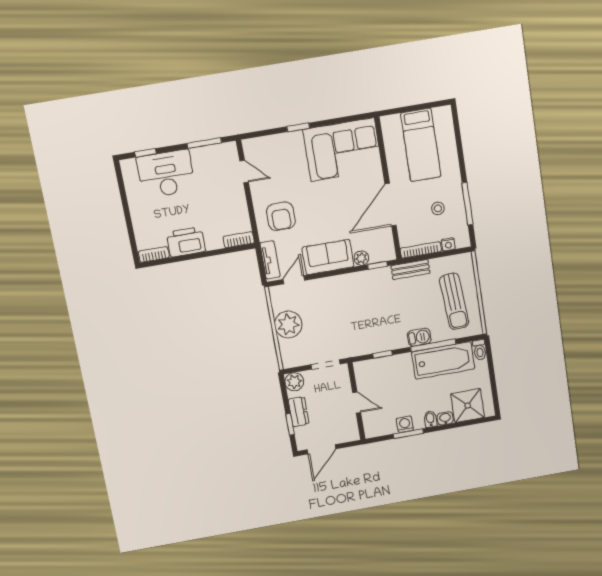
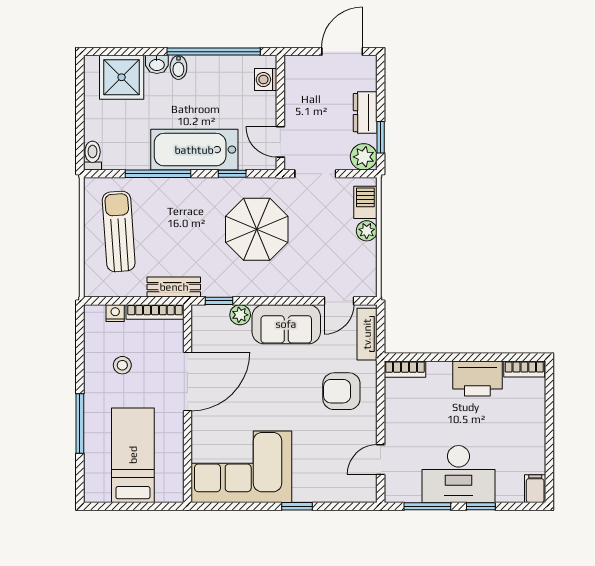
window: (145, 153) -> (481, 506), moved
filing cabinet: (129, 169) -> (535, 489), added
door: (244, 172) -> (381, 460), hinge flipped
desk: (166, 174) -> (458, 474), moved
window: (467, 204) -> (80, 424), moved
armchair: (281, 216) -> (341, 391), turned -90
parasol: (359, 320) -> (257, 229), added
plant: (288, 324) -> (367, 231), width x0.53, depth x0.53
barbecue: (419, 337) -> (365, 202), moved, turned 90
bathtub: (443, 360) -> (194, 150), moved
door: (357, 403) -> (280, 142), moved
window: (290, 424) -> (381, 137), moved
washing machine: (405, 424) -> (266, 80), moved, turned 90
window: (408, 434) -> (214, 52), width x2.11

